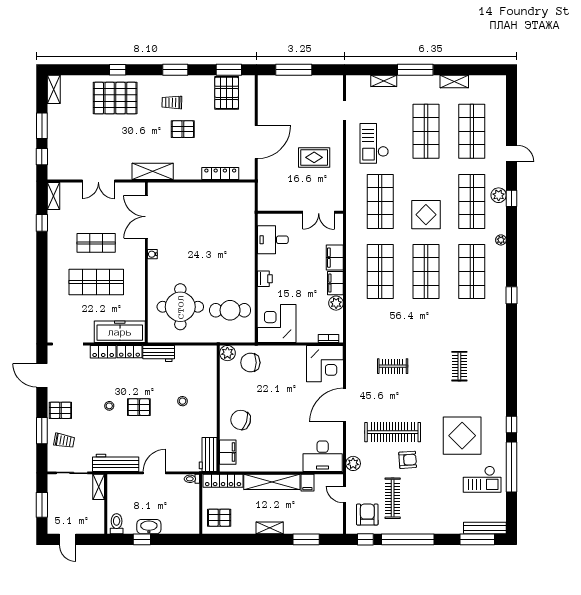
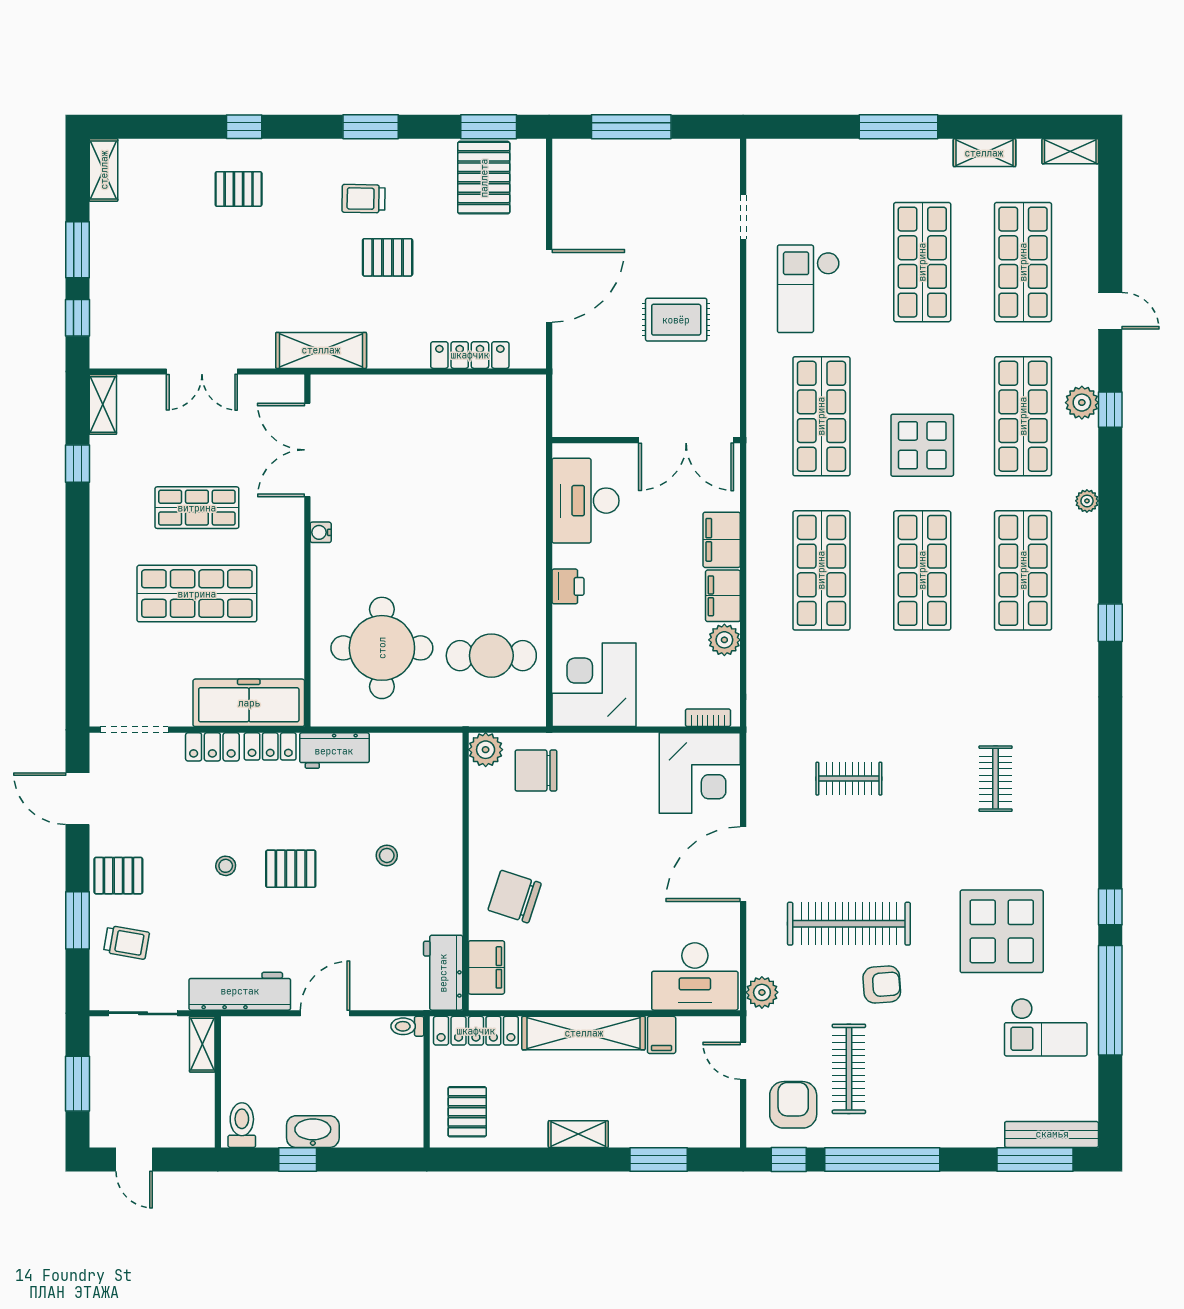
shelving: (384, 81) -> (1070, 151), moved
pallet: (115, 98) -> (239, 189), width x0.49, depth x0.50
double door: (319, 212) -> (686, 440), width x1.37
desk: (273, 240) -> (585, 501), width x1.37
pallet: (219, 518) -> (467, 1112), turned 90

